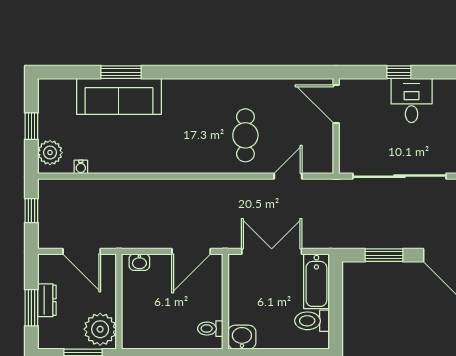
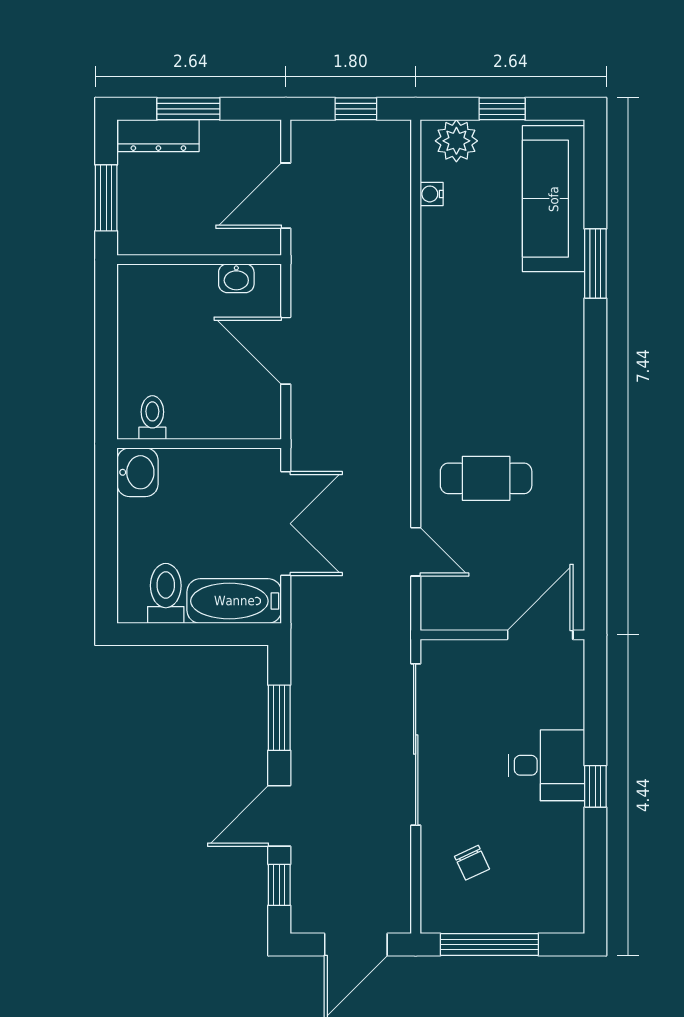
window: (399, 72) -> (595, 786), moved
sofa: (119, 96) -> (554, 199), moved
door: (191, 251) -> (286, 351), moved
washbasin: (139, 262) -> (236, 278), moved, turned -90
dresser: (47, 300) -> (158, 136), moved, width x1.44
plant: (100, 329) -> (151, 227), removed

